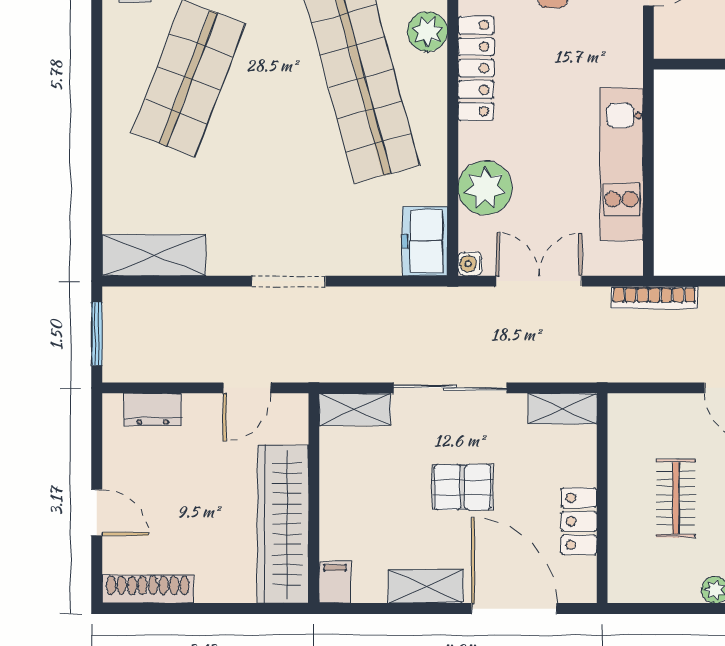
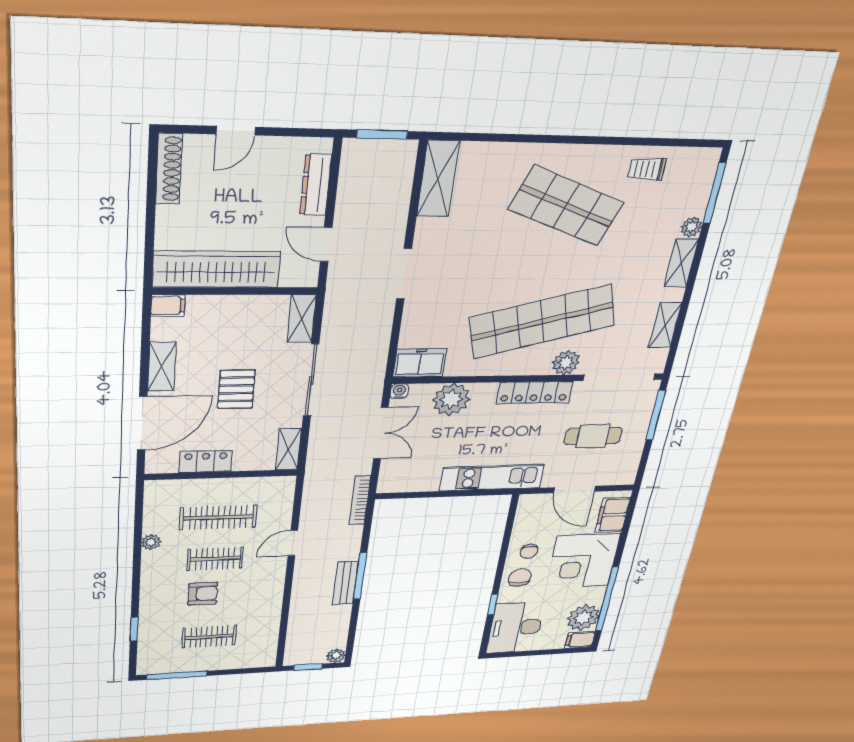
kitchen unit: (622, 164) -> (492, 478), moved
dresser: (153, 409) -> (316, 185), width x1.44
clothes rail: (676, 498) -> (218, 517), width x1.36

